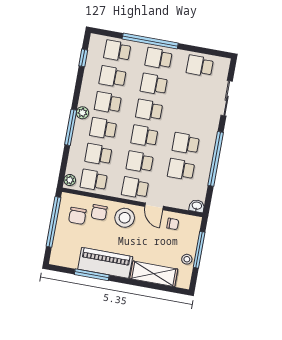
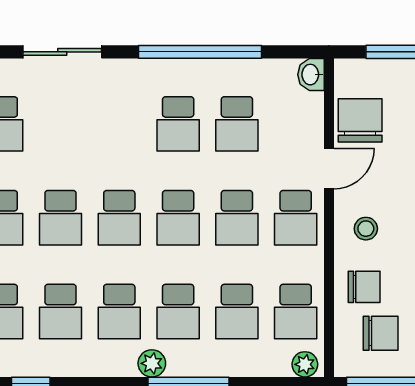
stool: (125, 218) -> (366, 229), width x0.53, depth x0.53
chair: (173, 224) -> (360, 120), width x1.87, depth x1.87

